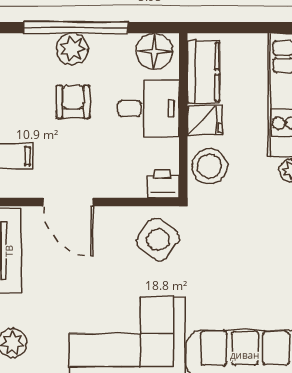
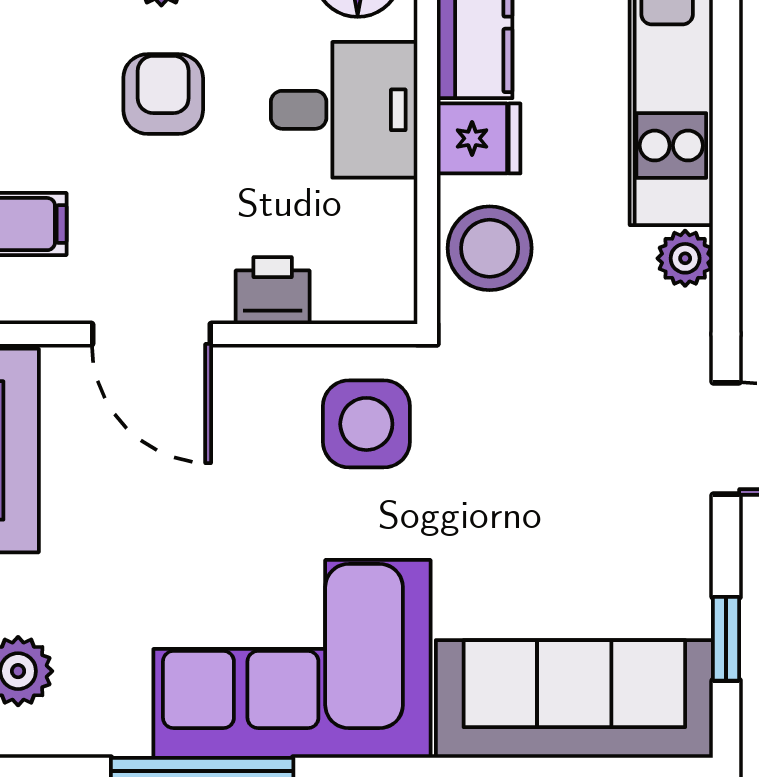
printer: (163, 184) -> (273, 291), moved
side table: (158, 240) -> (366, 424), turned -37

